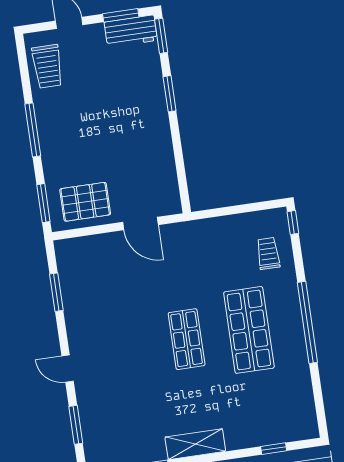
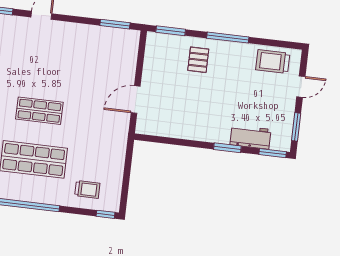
workbench: (131, 31) -> (250, 137), moved, turned 90
pallet: (85, 202) -> (198, 60), moved, width x0.67, depth x0.71
window: (56, 292) -> (115, 24), moved

